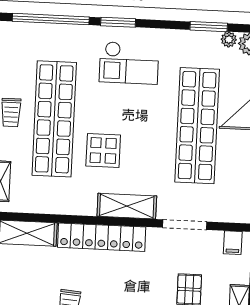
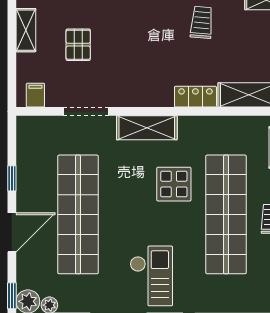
checkout: (129, 63) -> (151, 276), turned 90
locker: (102, 237) -> (195, 97), width x0.46, depth x0.83

